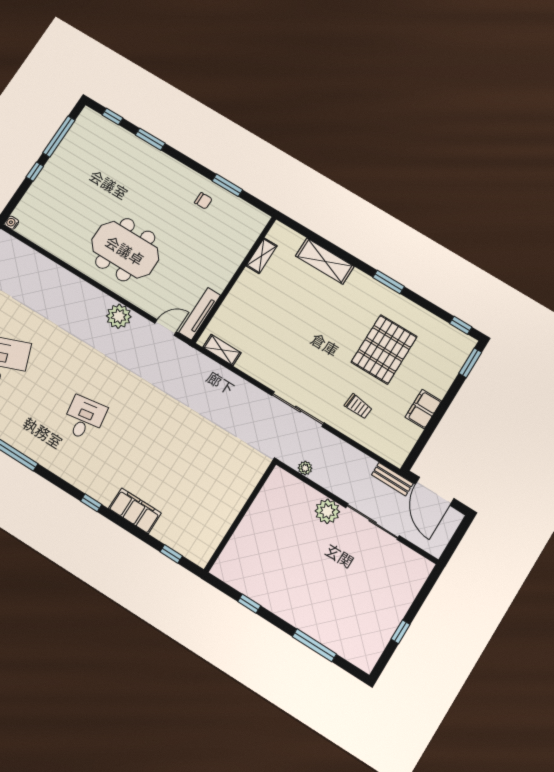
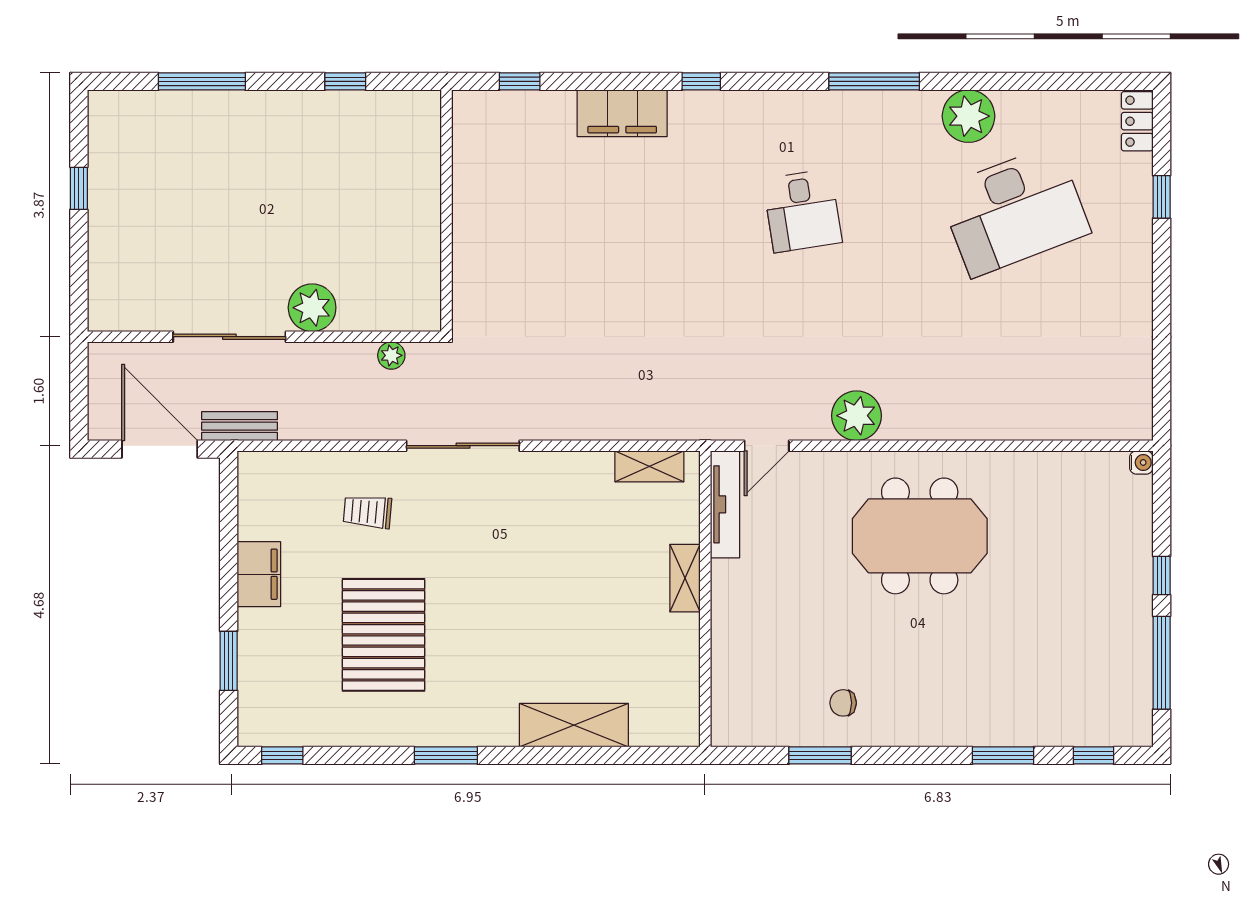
shelving: (262, 256) -> (685, 578), moved
window: (470, 363) -> (229, 661), moved

